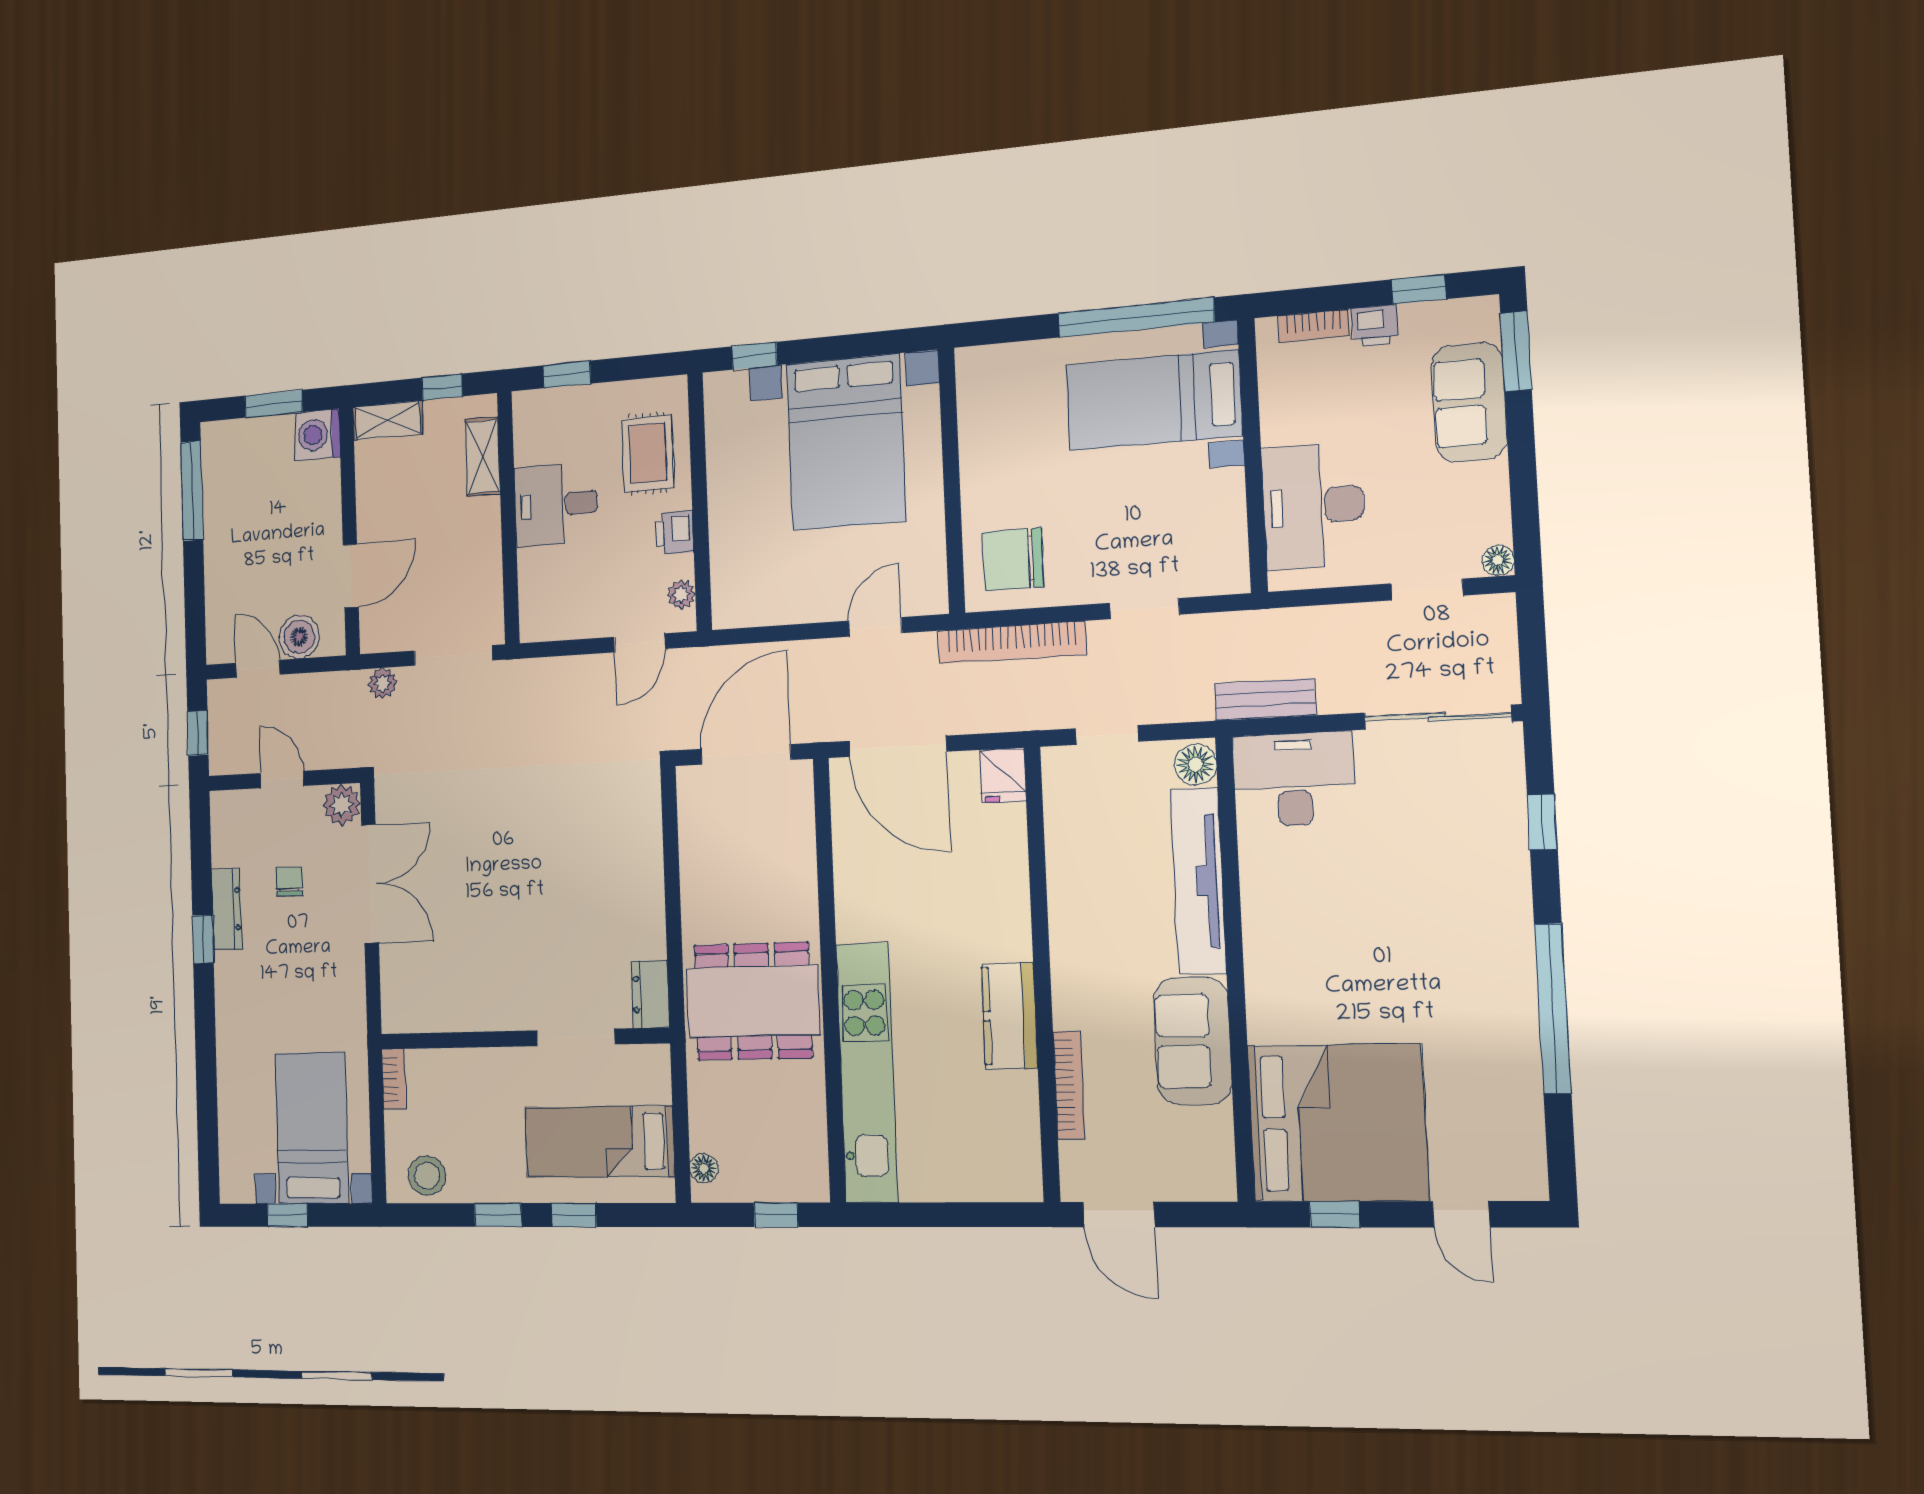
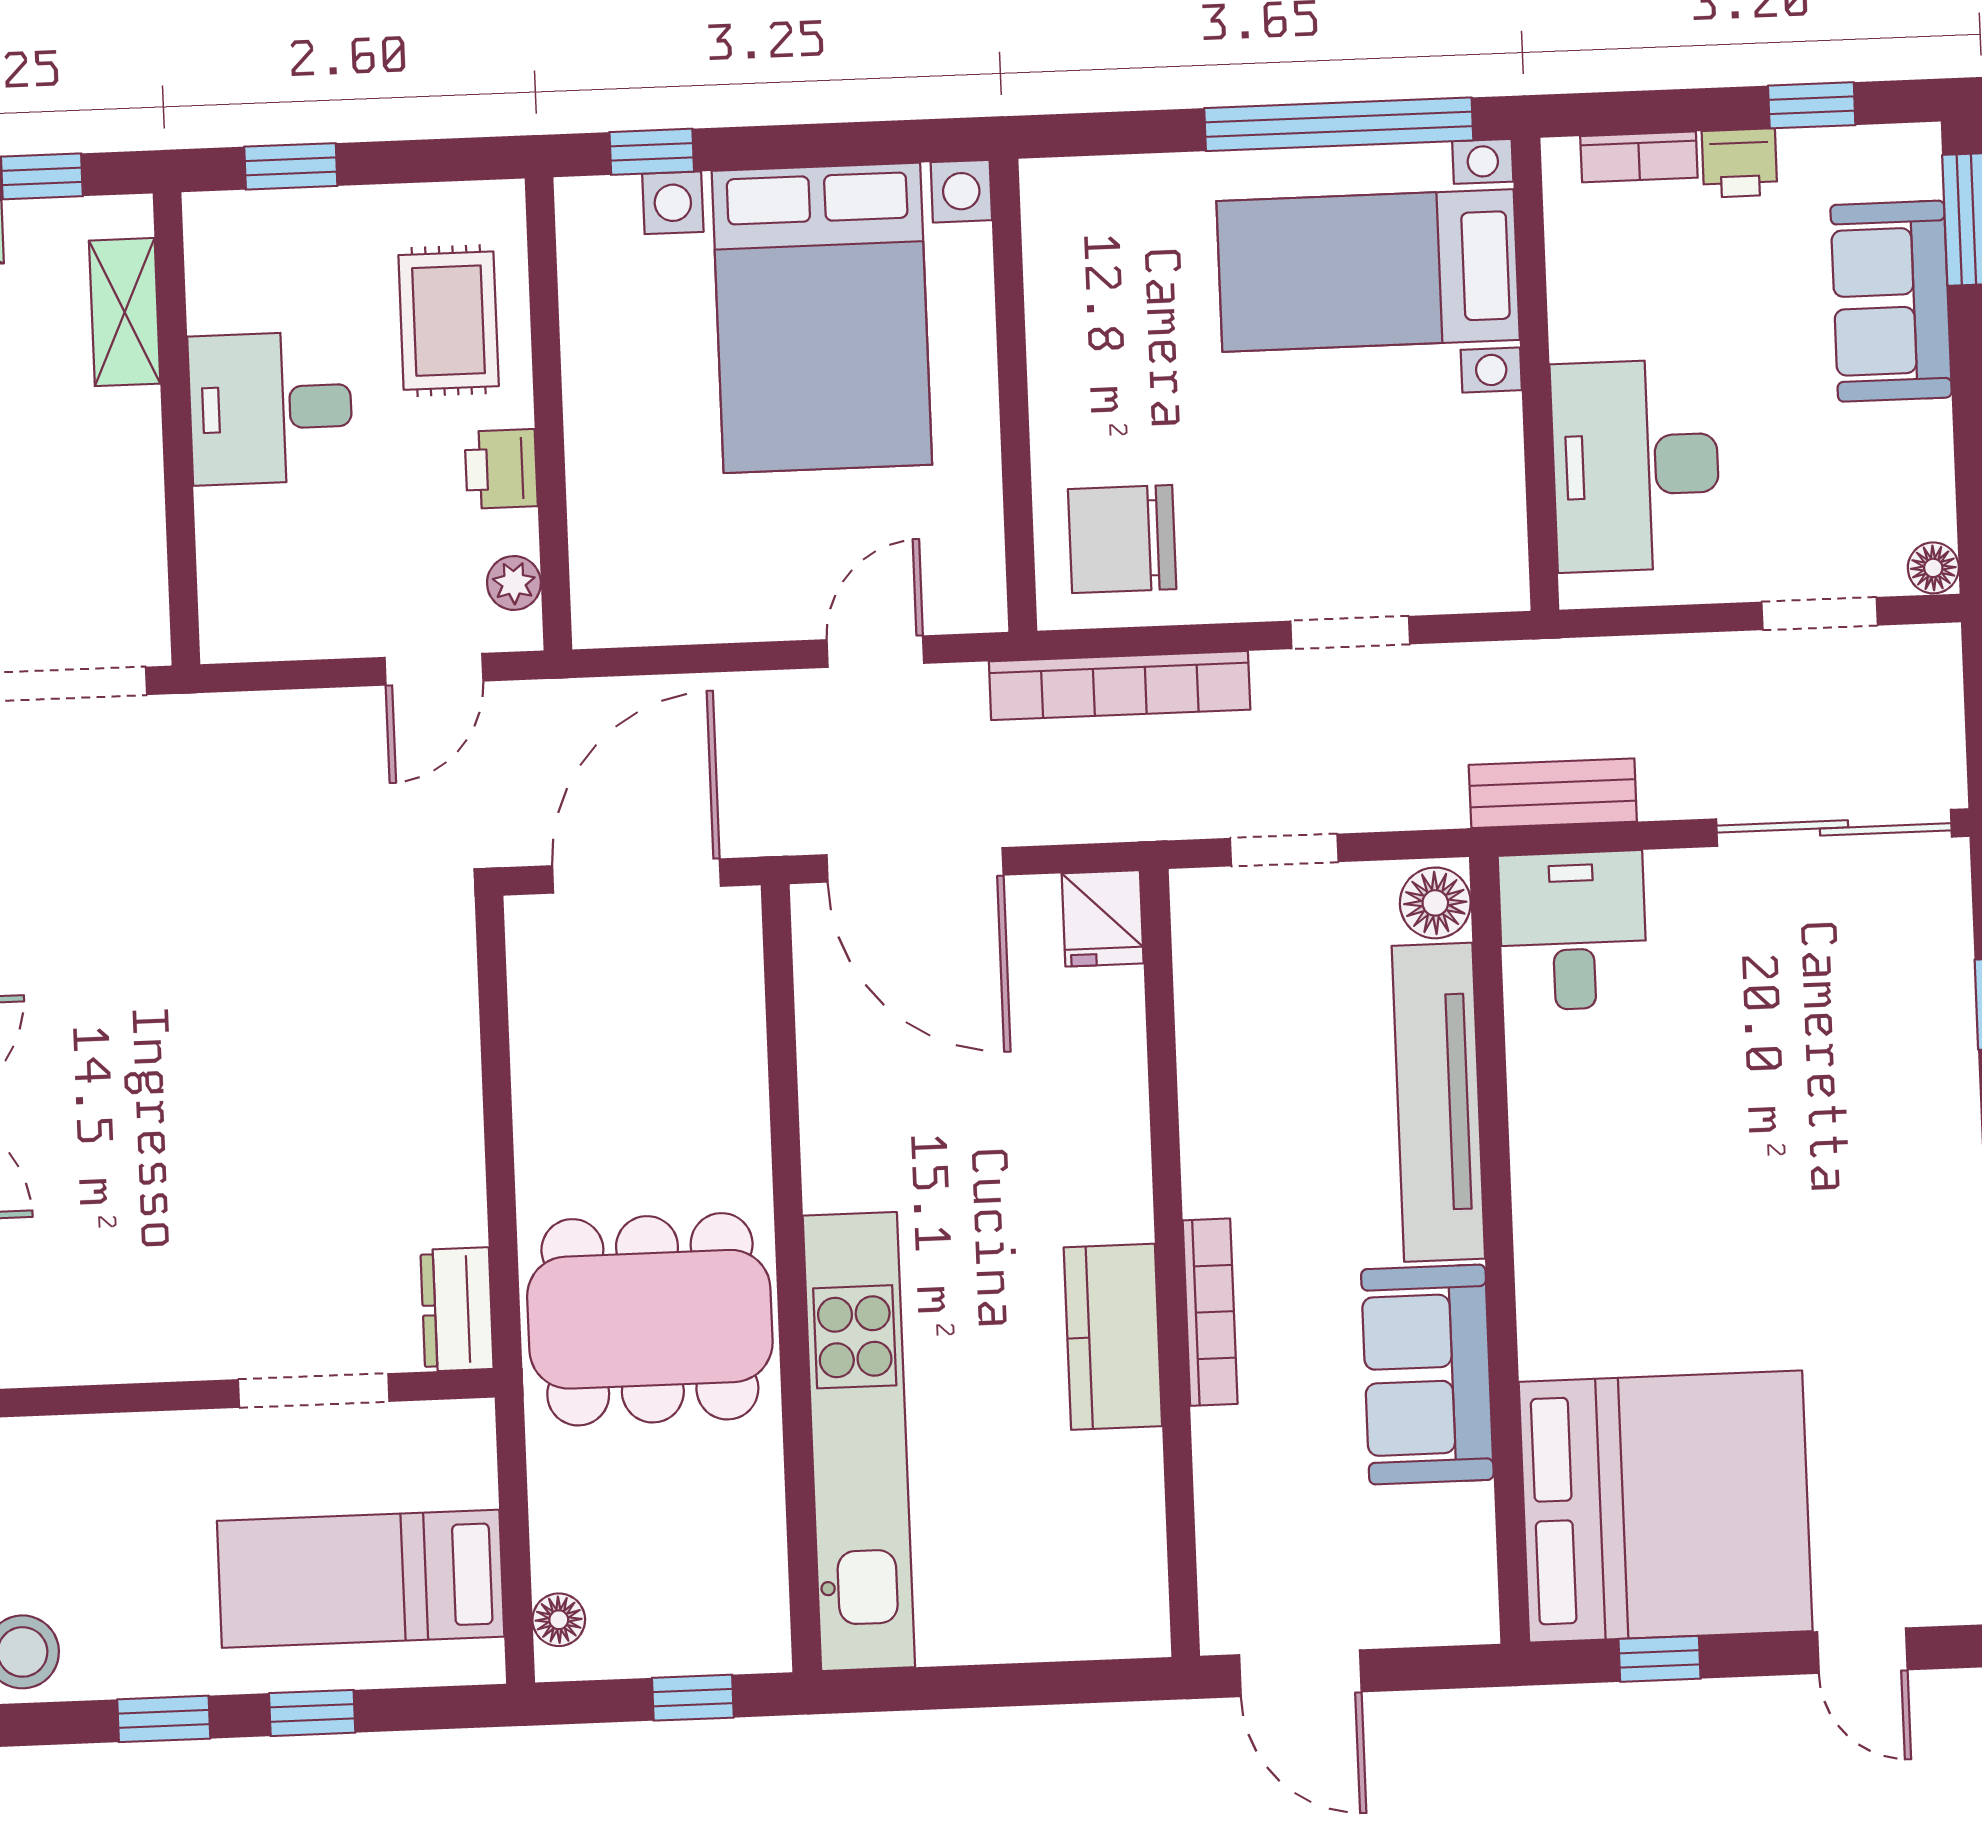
desk: (1294, 779) -> (1573, 931), width x0.73
bookcase: (1069, 1085) -> (1210, 1312), moved

